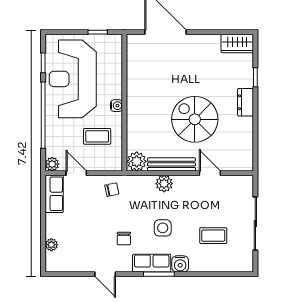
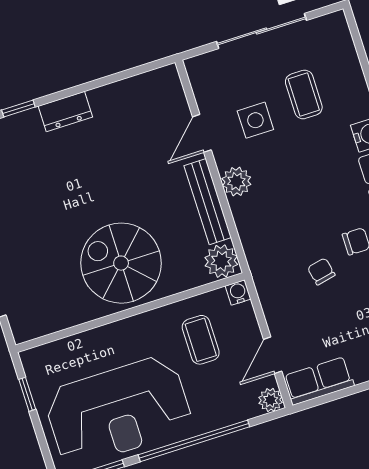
water cooler: (117, 106) -> (238, 292), moved
spiral stairs: (195, 119) -> (121, 263), moved, turned 90
plant: (164, 184) -> (236, 182), moved
chair: (112, 190) -> (321, 271), moved
side table: (163, 228) -> (255, 120), moved

